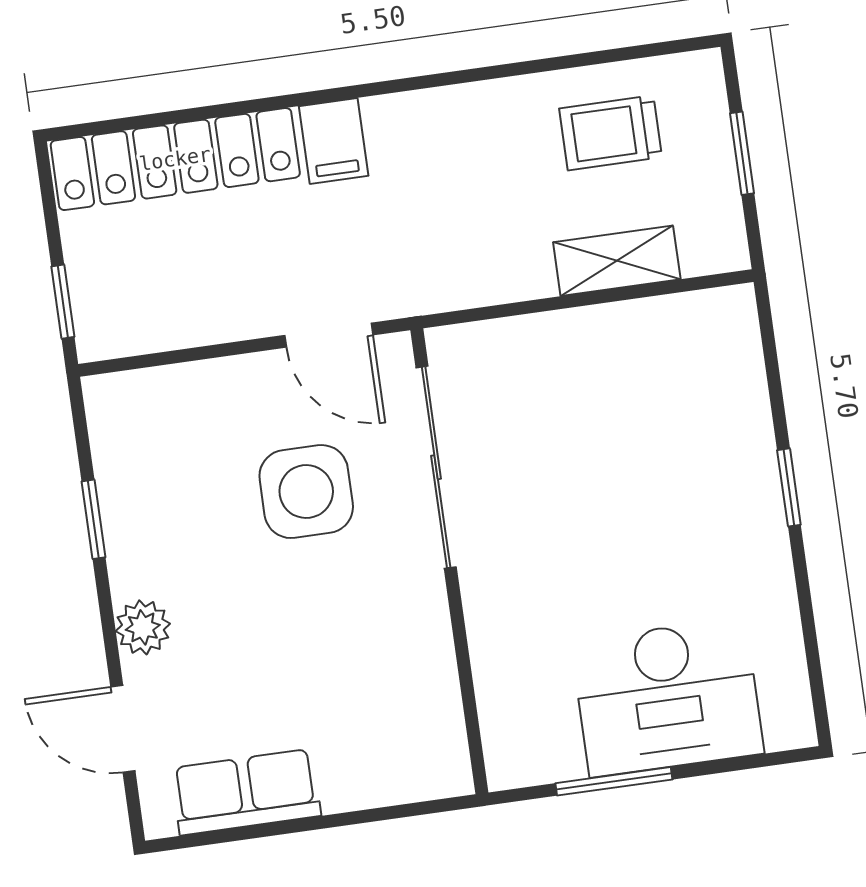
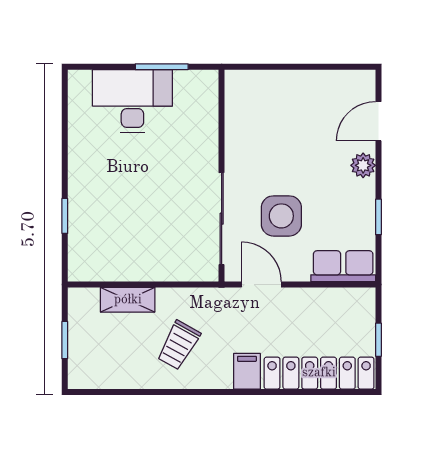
trolley: (610, 133) -> (179, 345), moved, turned 119
window: (63, 302) -> (378, 340), moved
window: (789, 487) -> (65, 216), moved
door: (123, 729) -> (378, 121), swing flipped
row of seats: (246, 792) -> (343, 266), moved, turned 180

